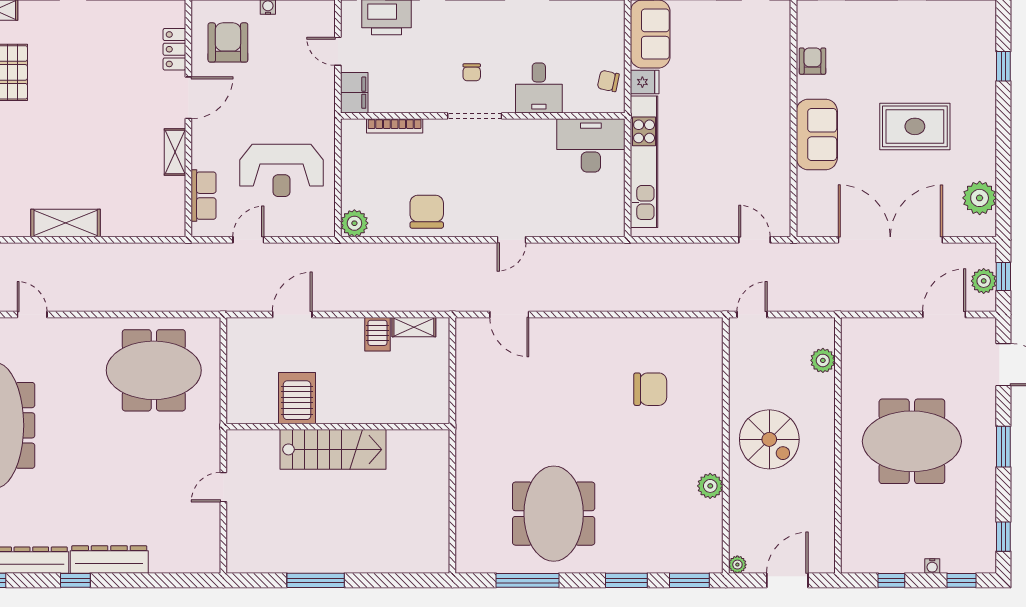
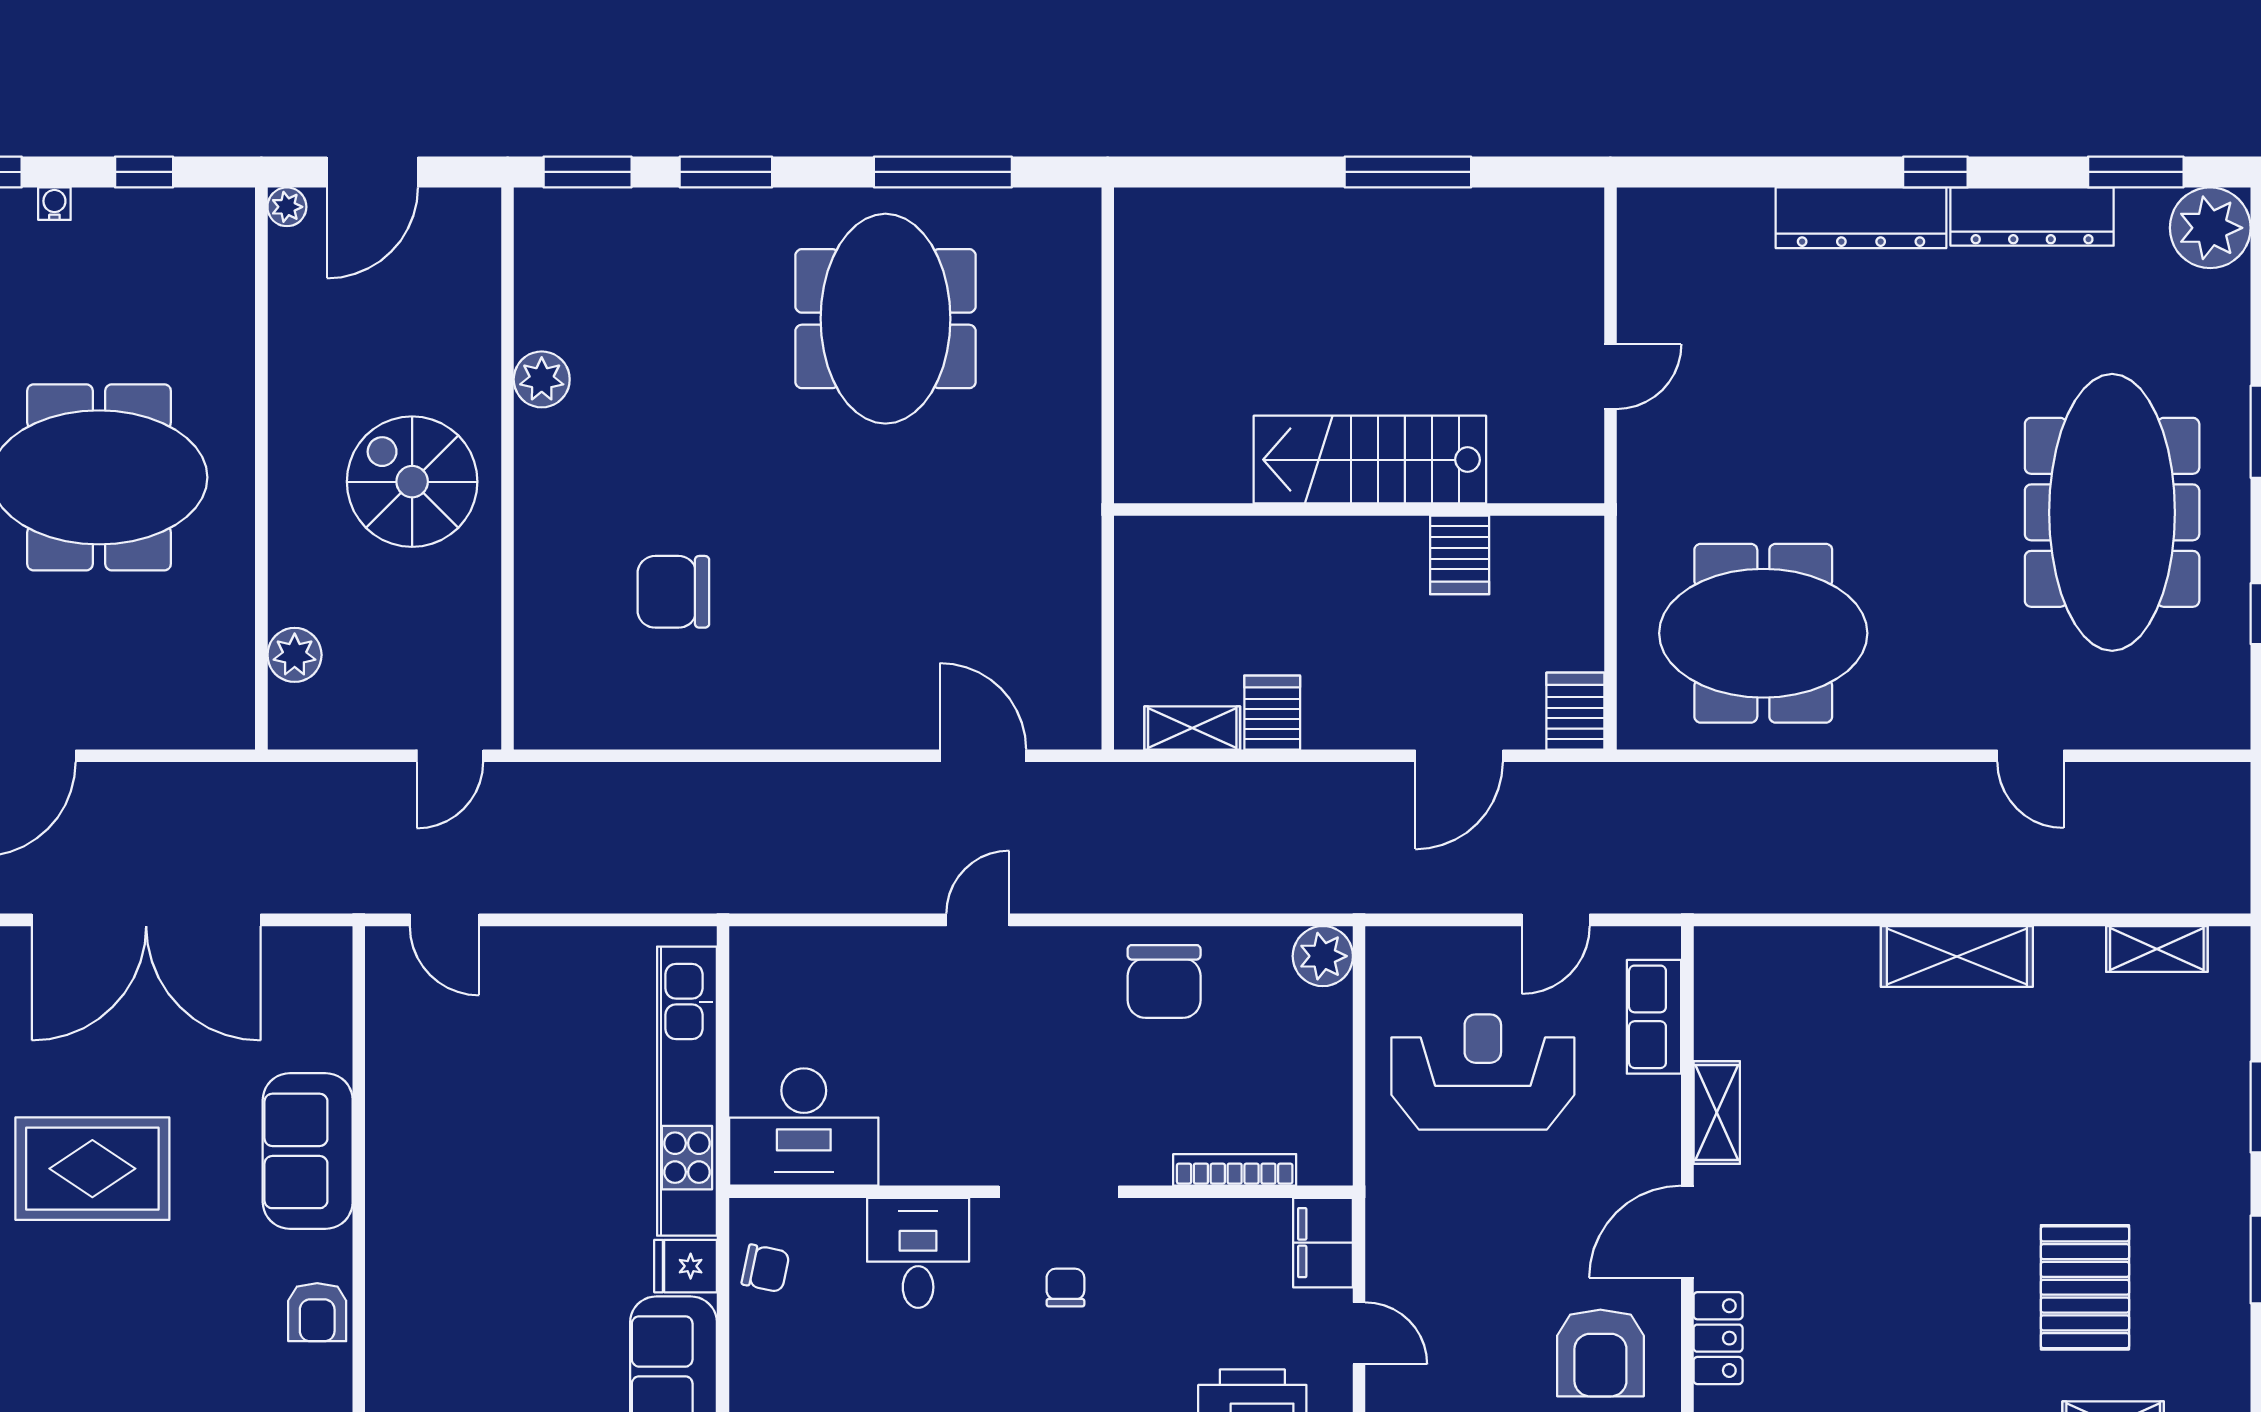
server rack: (239, 335) -> (1575, 711), added
server rack: (297, 398) -> (1460, 555), width x0.73, depth x0.70
plant: (737, 565) -> (287, 207), moved

